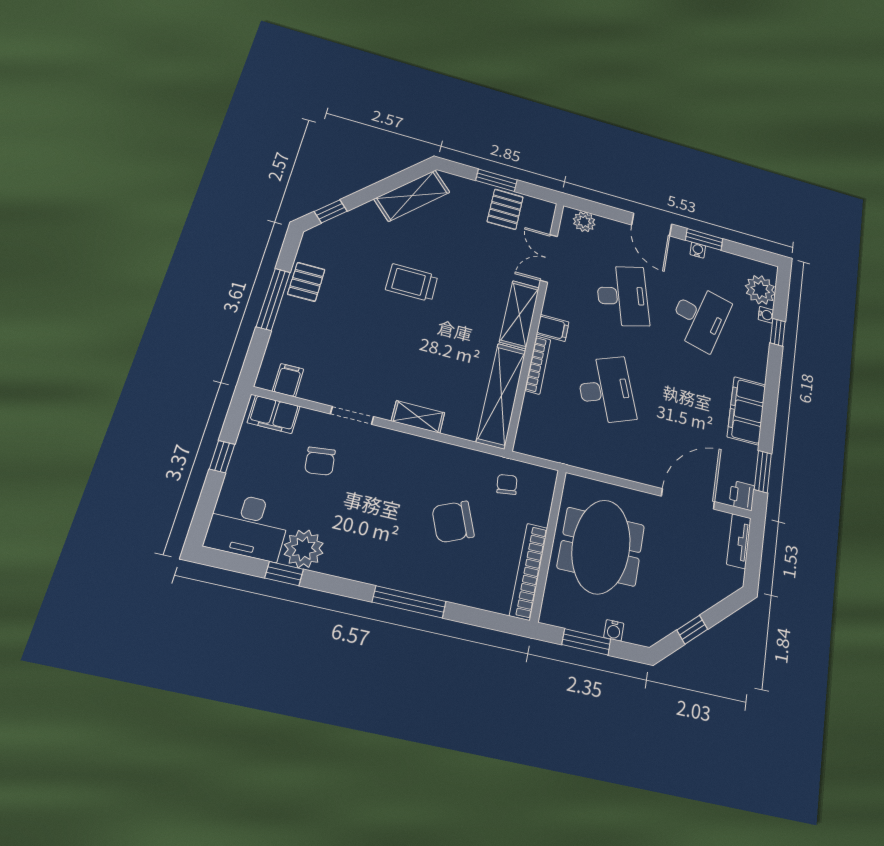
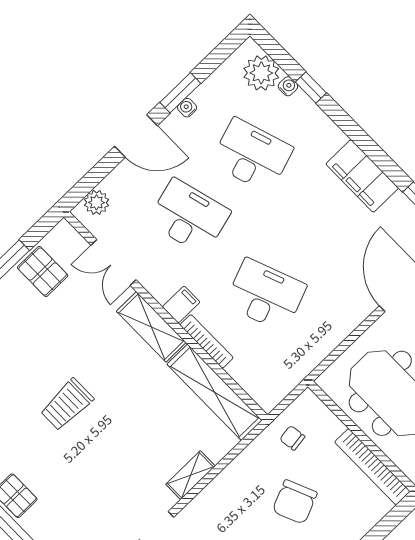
desk: (700, 317) -> (252, 155), turned -33

